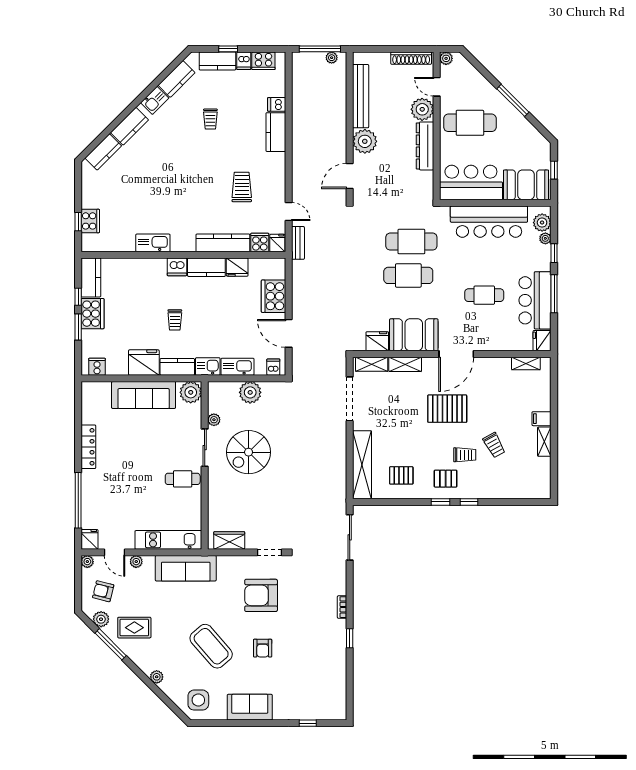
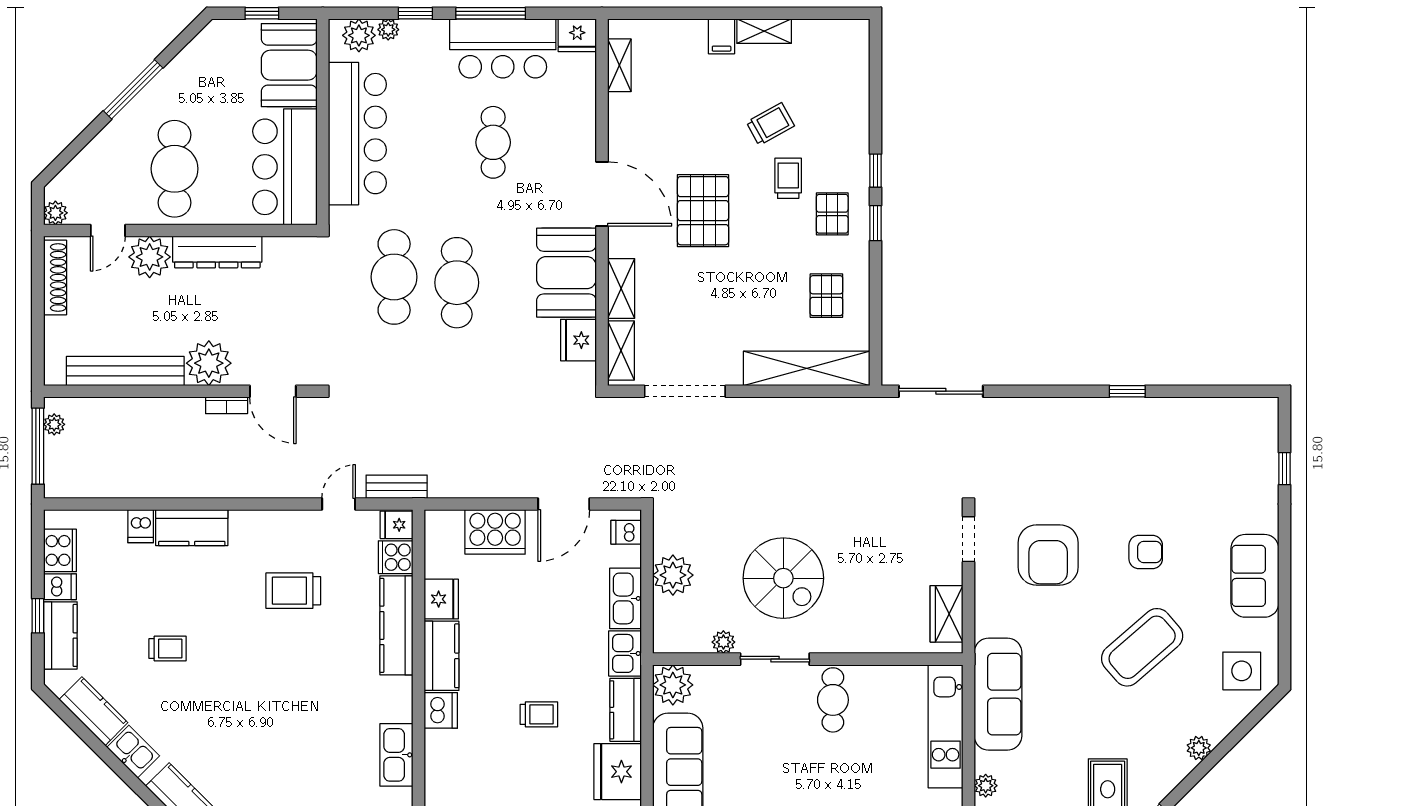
bookcase: (342, 607) -> (227, 405), moved

